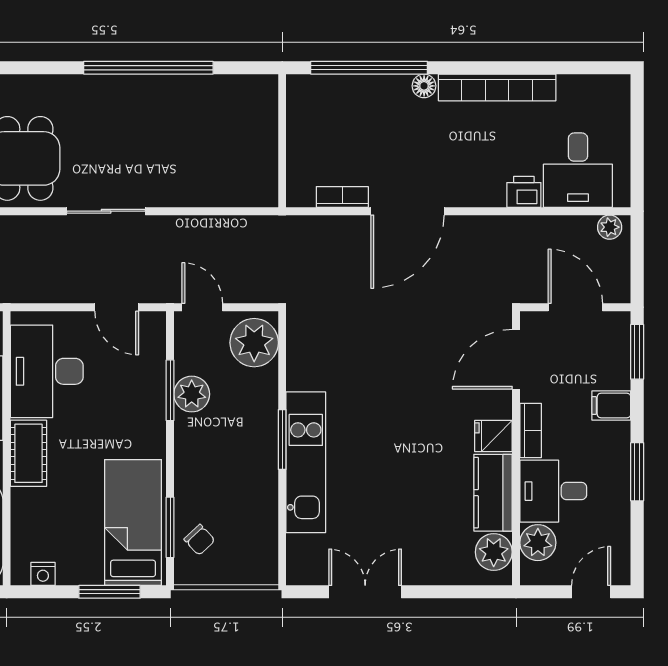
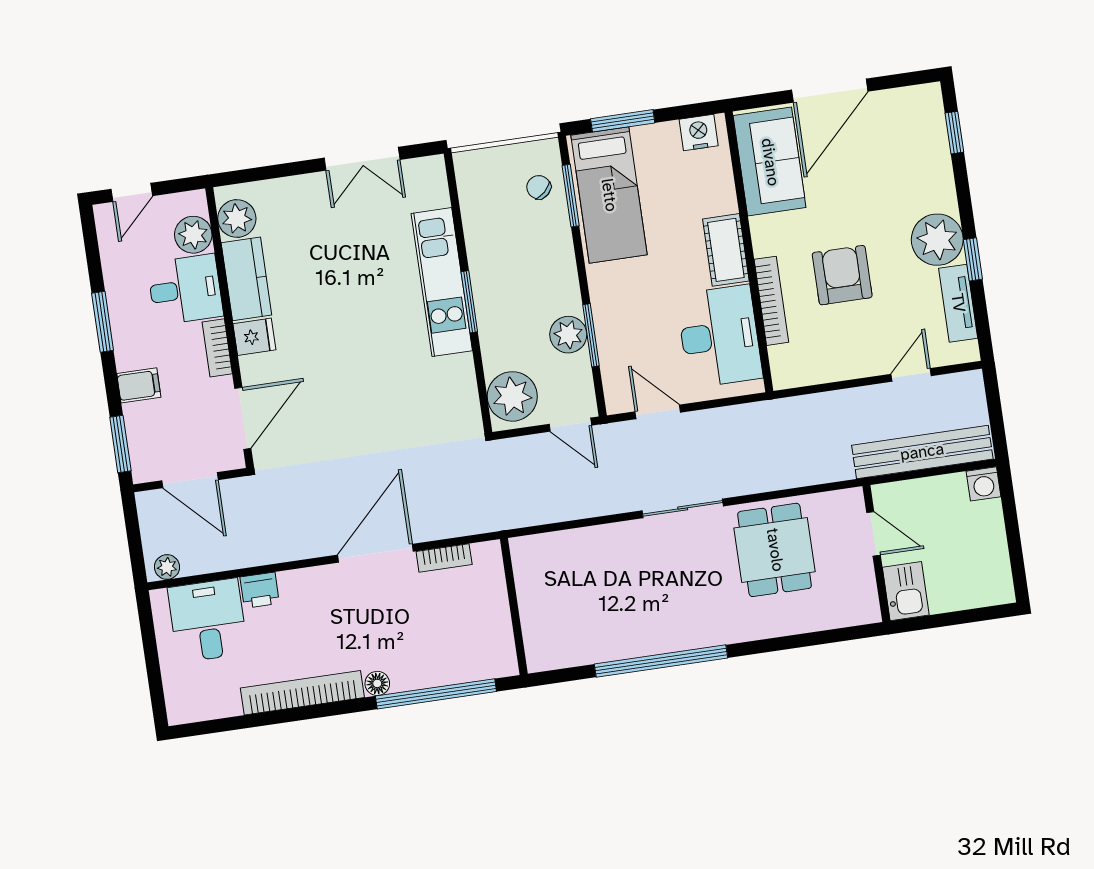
nightstand: (43, 574) -> (699, 133), width x1.39, depth x1.35

